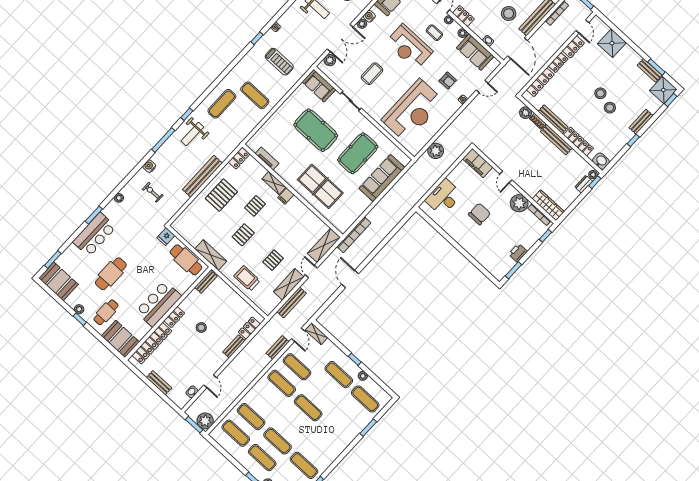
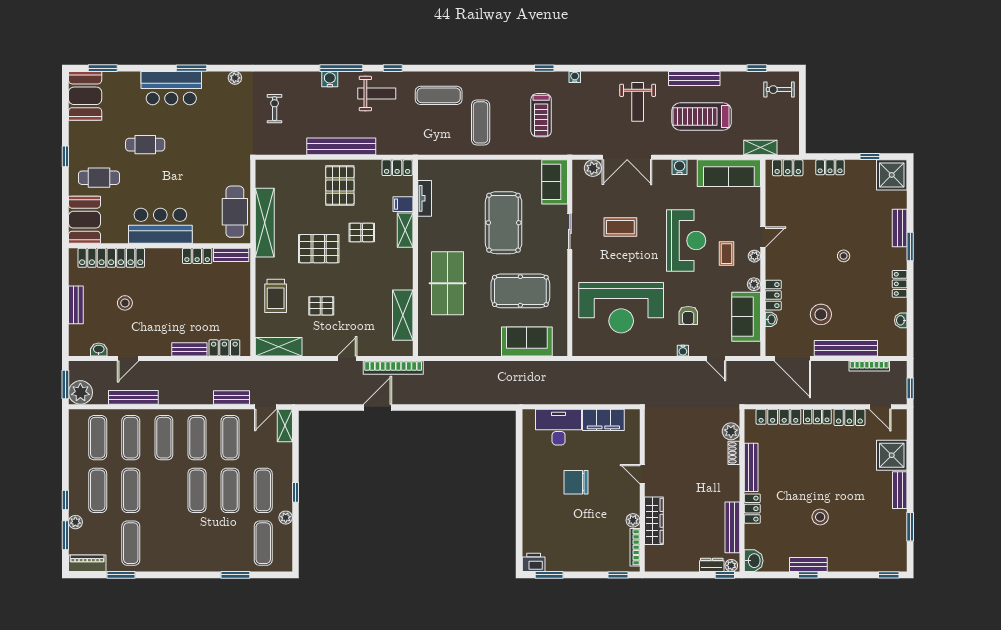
locker: (463, 16) -> (773, 295), moved
plant: (362, 24) -> (664, 167), removed
door: (582, 27) -> (880, 407), hinge flipped
reception desk: (409, 47) -> (686, 241), turned 180
door: (517, 48) -> (792, 358), hinge flipped
bench: (650, 70) -> (900, 490), moved
shower: (663, 90) -> (892, 557), removed
stool: (600, 93) -> (826, 493), removed
bench: (641, 122) -> (808, 565), moved
weight bench: (192, 134) -> (377, 94), turned 180
bench: (556, 140) -> (732, 527), moved
locker: (578, 142) -> (752, 509), width x0.66
plant: (436, 151) -> (600, 372), removed
filing cabinet: (478, 163) -> (603, 420), moved, turned -90
water cooler: (149, 166) -> (330, 79), moved
door: (506, 177) -> (642, 474), hinge flipped
sofa: (382, 178) -> (527, 341), width x0.73
pallet: (221, 195) -> (340, 185), turned 90
filing cabinet: (286, 196) -> (403, 204), moved
plant: (519, 203) -> (633, 520), width x0.53, depth x0.53
wardrobe: (548, 205) -> (654, 521), moved
chair: (479, 214) -> (576, 482), turned 180
pallet: (243, 235) -> (319, 249), width x1.50, depth x1.42
bookcase: (354, 235) -> (393, 368), moved
fridge: (166, 237) -> (240, 167), removed
shelving: (324, 245) -> (403, 315), moved, turned 90
printer: (518, 253) -> (534, 562), moved
shelving: (211, 255) -> (265, 223), width x1.47
cafe table: (111, 274) -> (145, 145), width x0.73, depth x0.74
trolley: (247, 278) -> (276, 296), turned 180
shelving: (289, 284) -> (279, 347), moved
bench: (292, 302) -> (133, 397), moved
plant: (79, 309) -> (75, 146), removed
locker: (174, 317) -> (197, 256), moved
stool: (201, 328) -> (125, 303), moved
exercise mat: (323, 391) -> (230, 490), added
exercise mat: (266, 400) -> (164, 438), added

